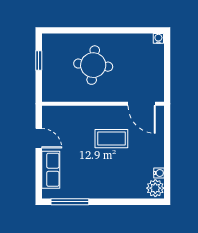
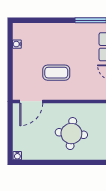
door: (142, 104) -> (31, 101), swing flipped
plant: (155, 188) -> (20, 31), removed

